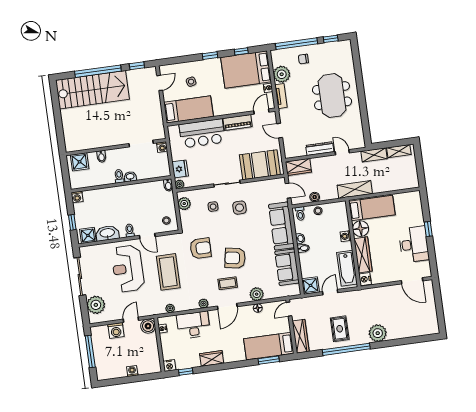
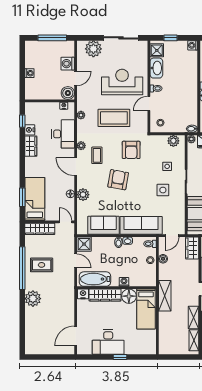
coffee table: (228, 283) -> (97, 155), moved
door: (131, 320) -> (76, 78), hinge flipped
nightstand: (169, 366) -> (30, 130), moved

